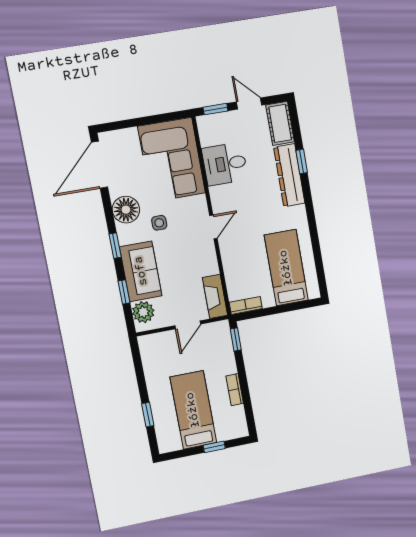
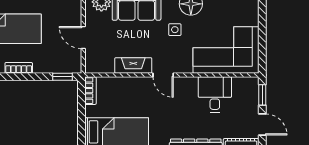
door: (249, 104) -> (262, 124), hinge flipped
fireplace: (215, 296) -> (133, 65), moved

